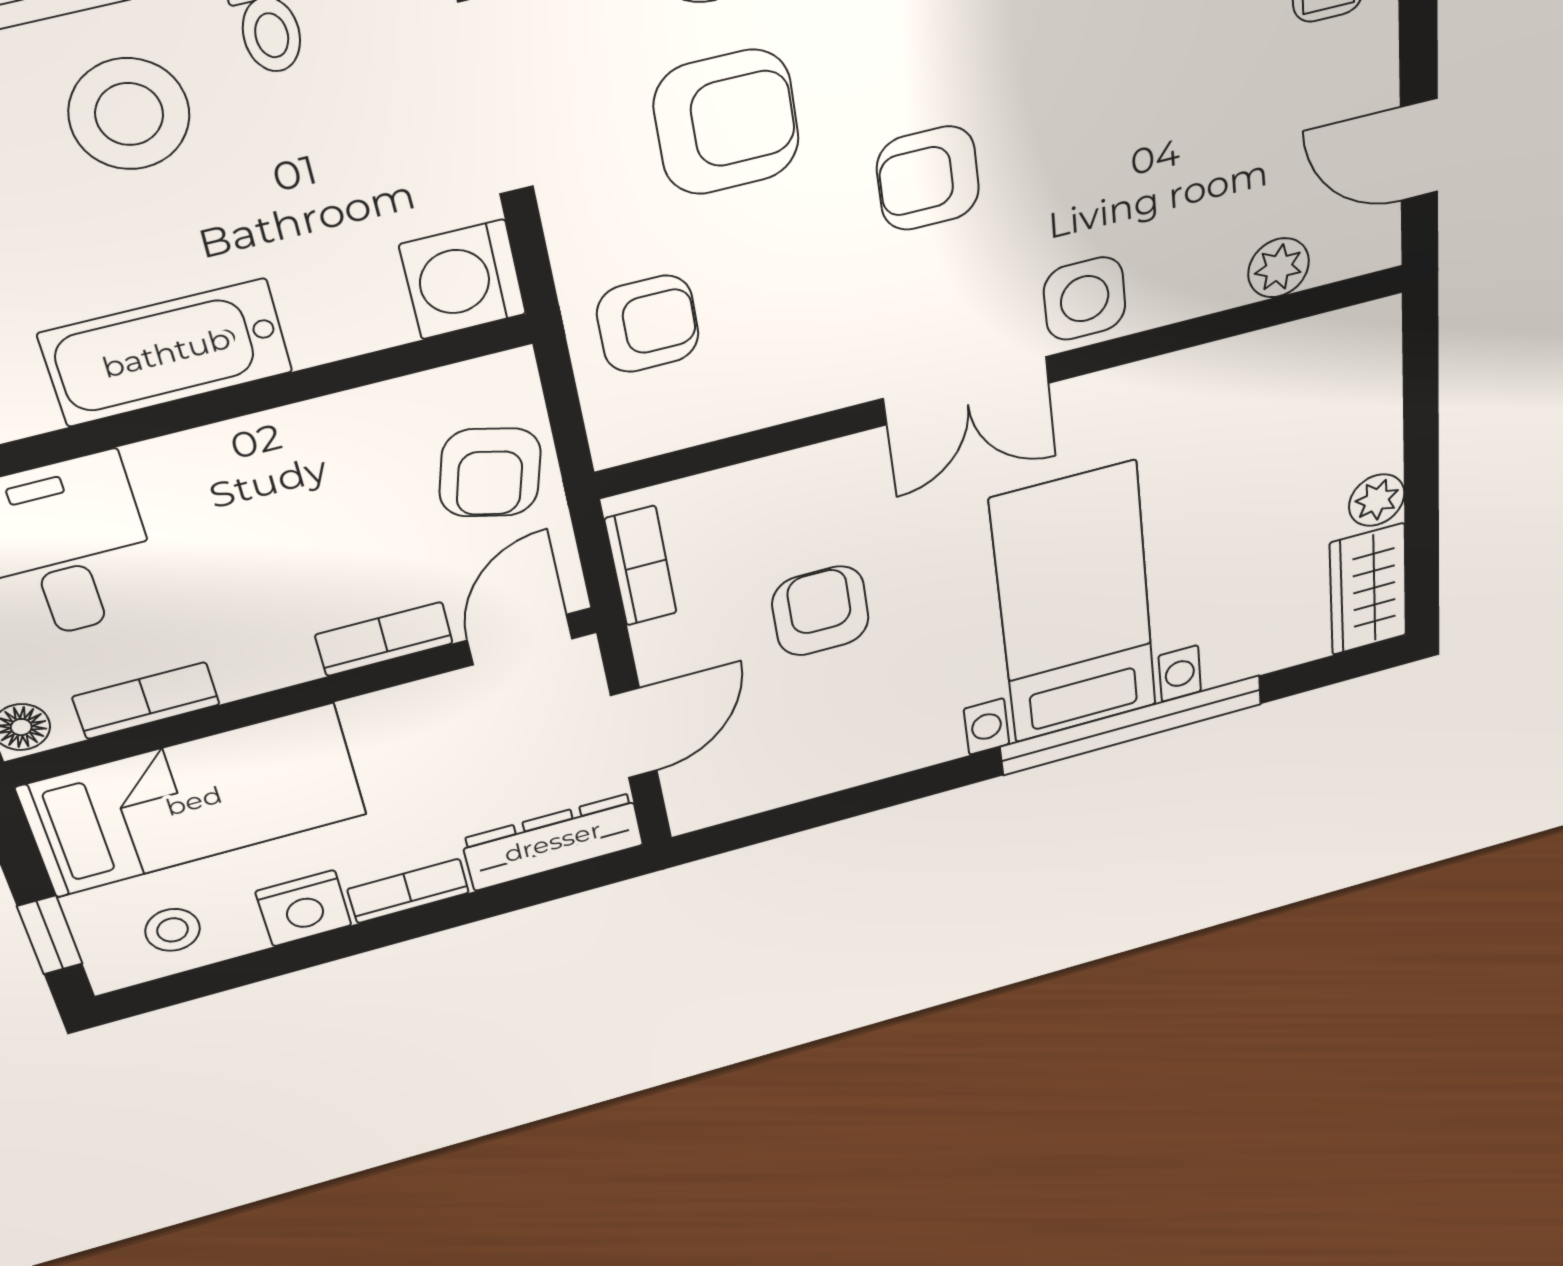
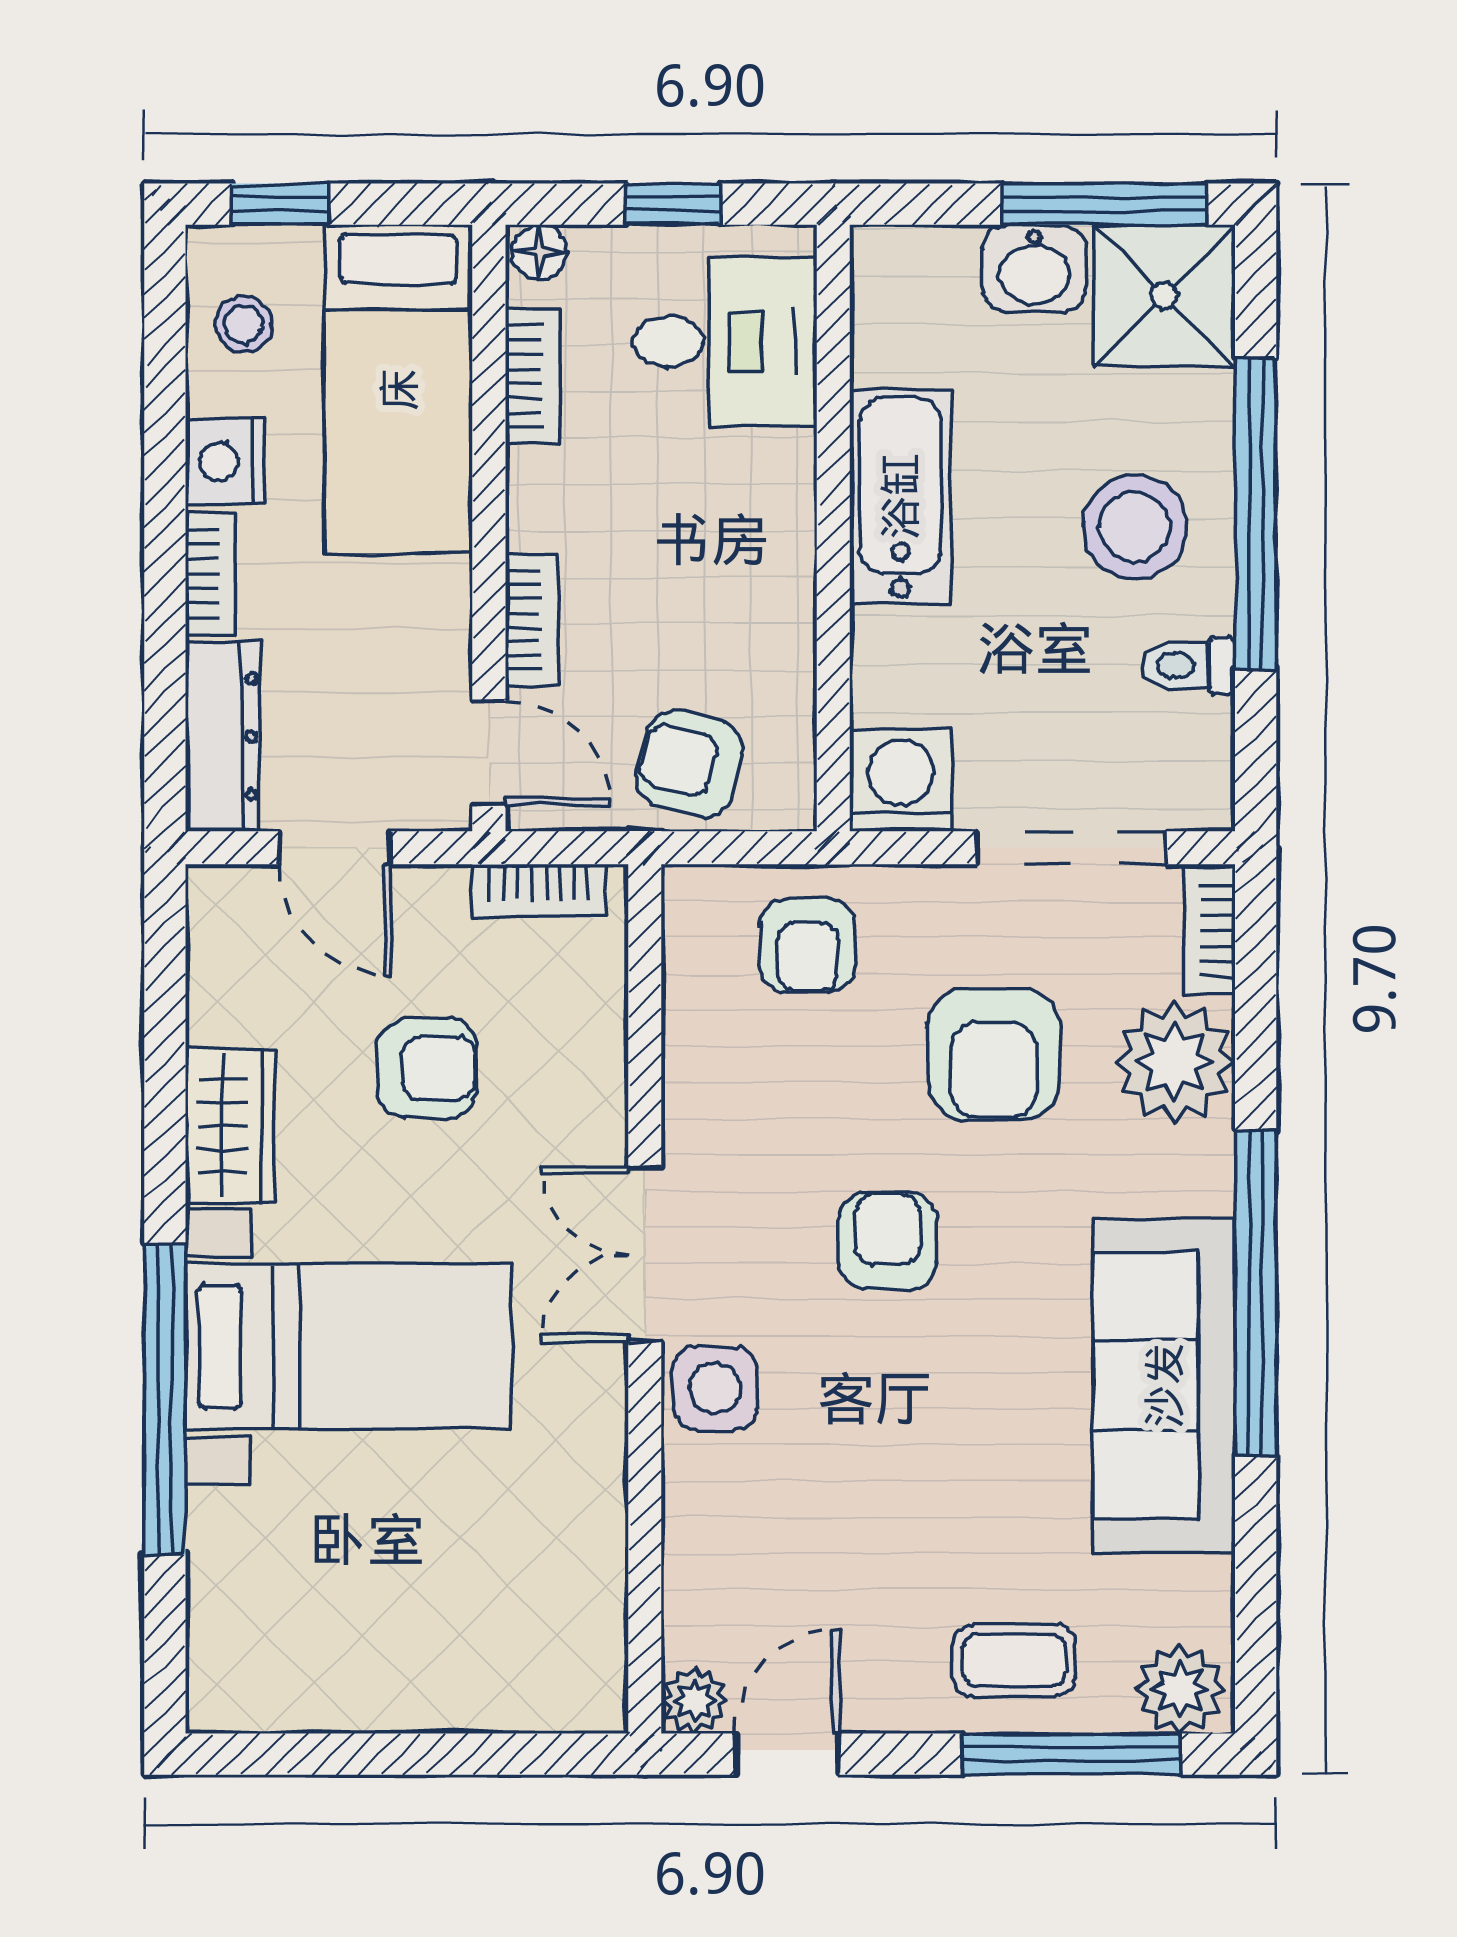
plant: (1279, 268) -> (694, 1700), moved
plant: (1377, 500) -> (379, 1701), removed
wardrobe: (1368, 589) -> (230, 1125), moved, turned 90

